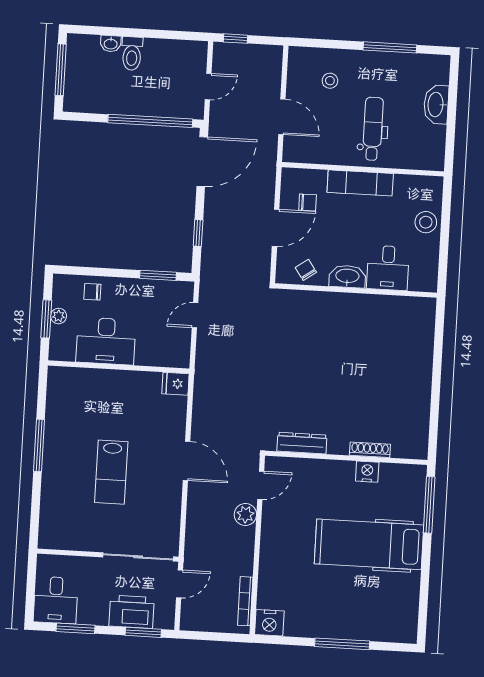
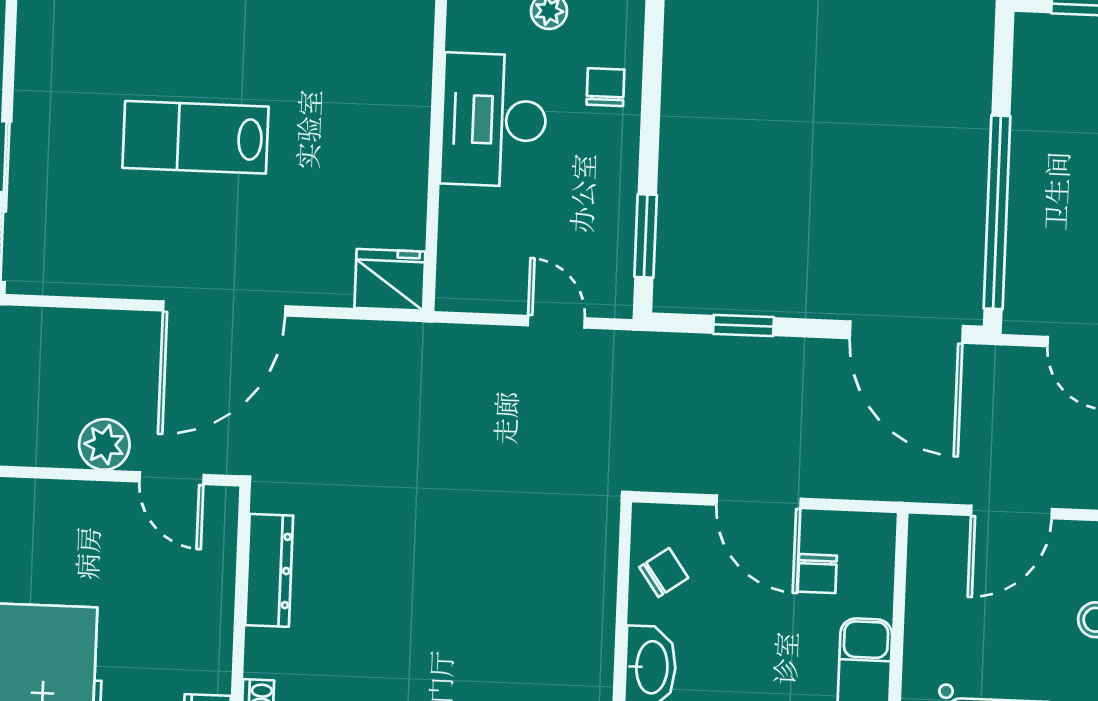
fridge: (176, 384) -> (390, 280), width x1.38
door: (187, 461) -> (224, 308), width x1.36

